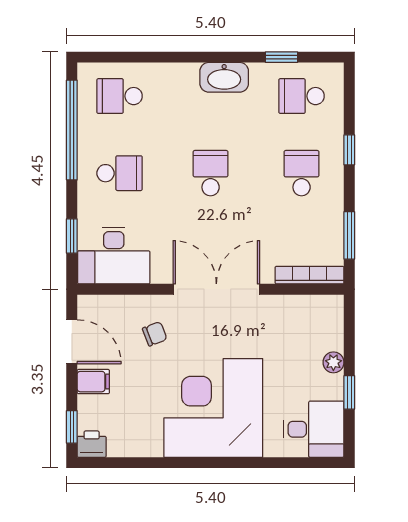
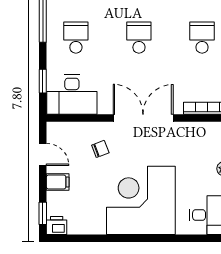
school desk: (120, 173) -> (76, 38), turned -90
door: (72, 342) -> (43, 154), width x0.73

